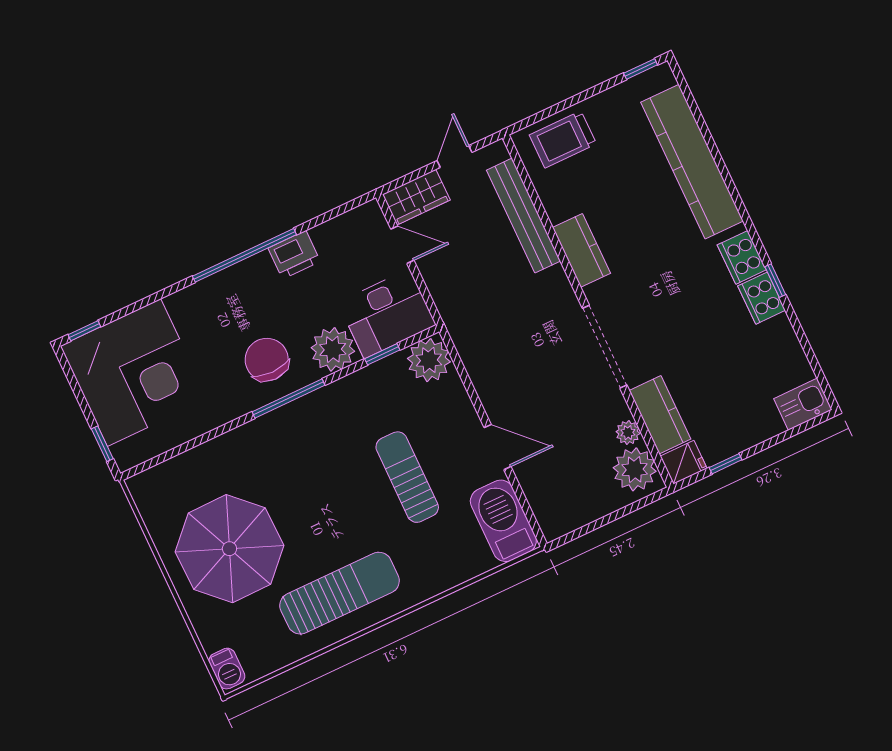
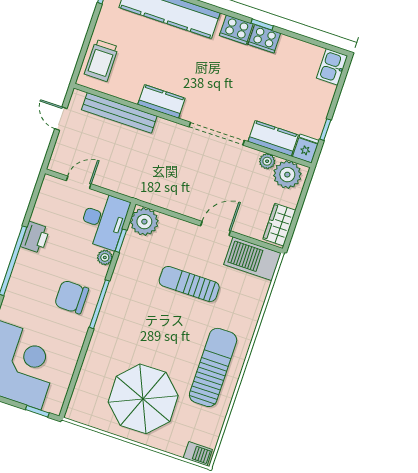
wardrobe: (416, 197) -> (279, 225), moved, turned 180
plant: (333, 349) -> (105, 257), width x0.53, depth x0.53

